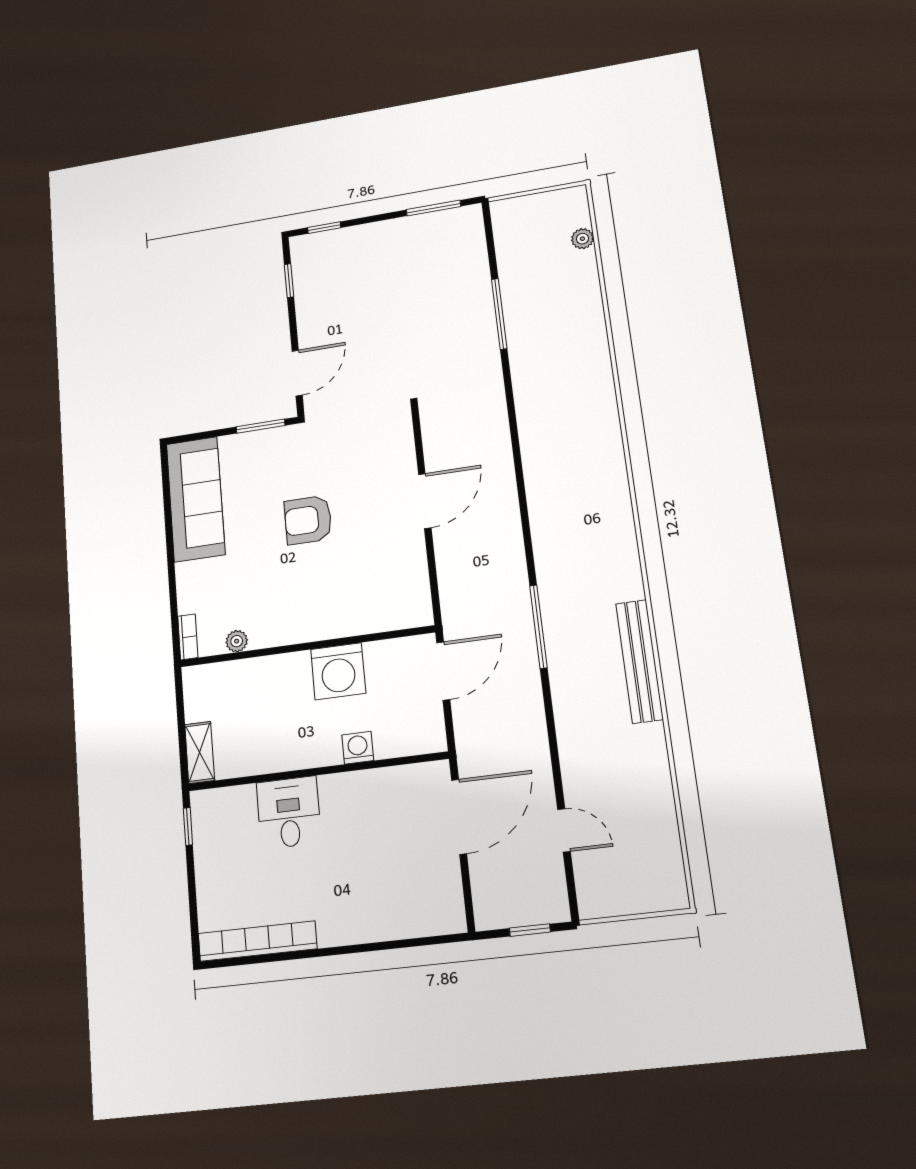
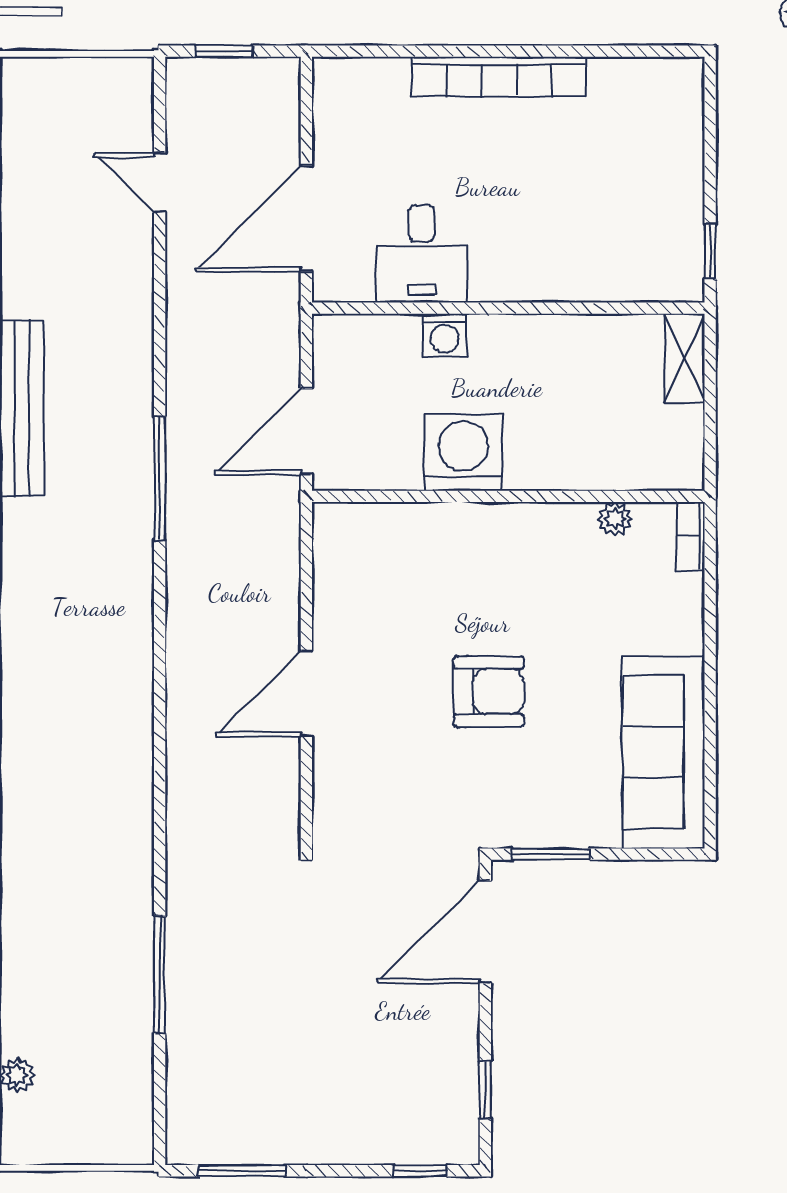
door: (297, 373) -> (485, 932), width x1.36
desk: (289, 813) -> (422, 254), moved
bookcase: (257, 941) -> (499, 76), moved

